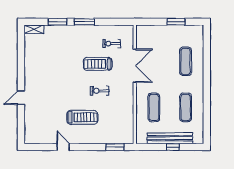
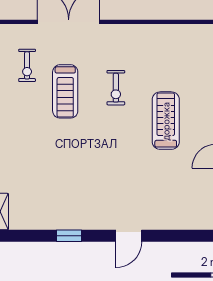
window: (21, 66) -> (69, 236), added
door: (21, 98) -> (129, 236), hinge flipped

